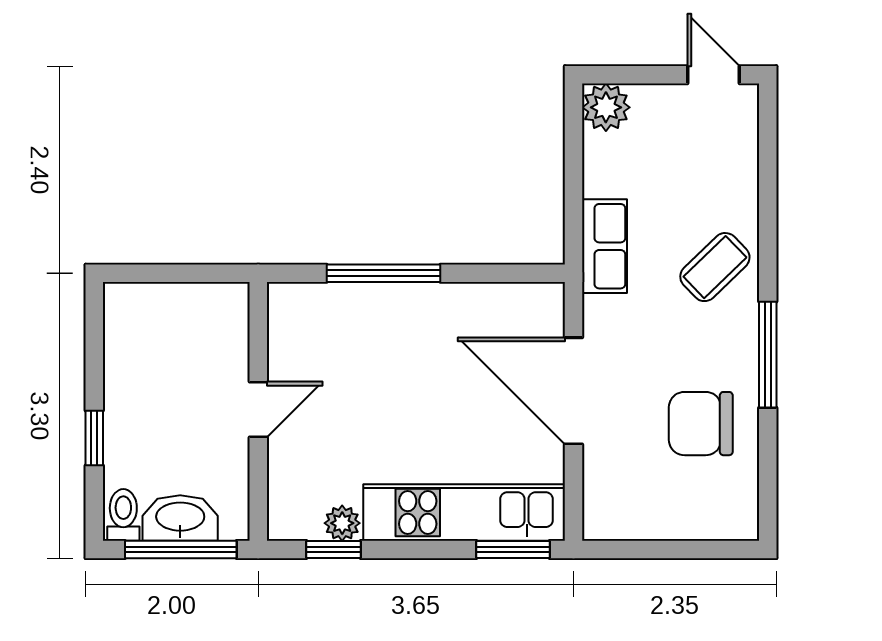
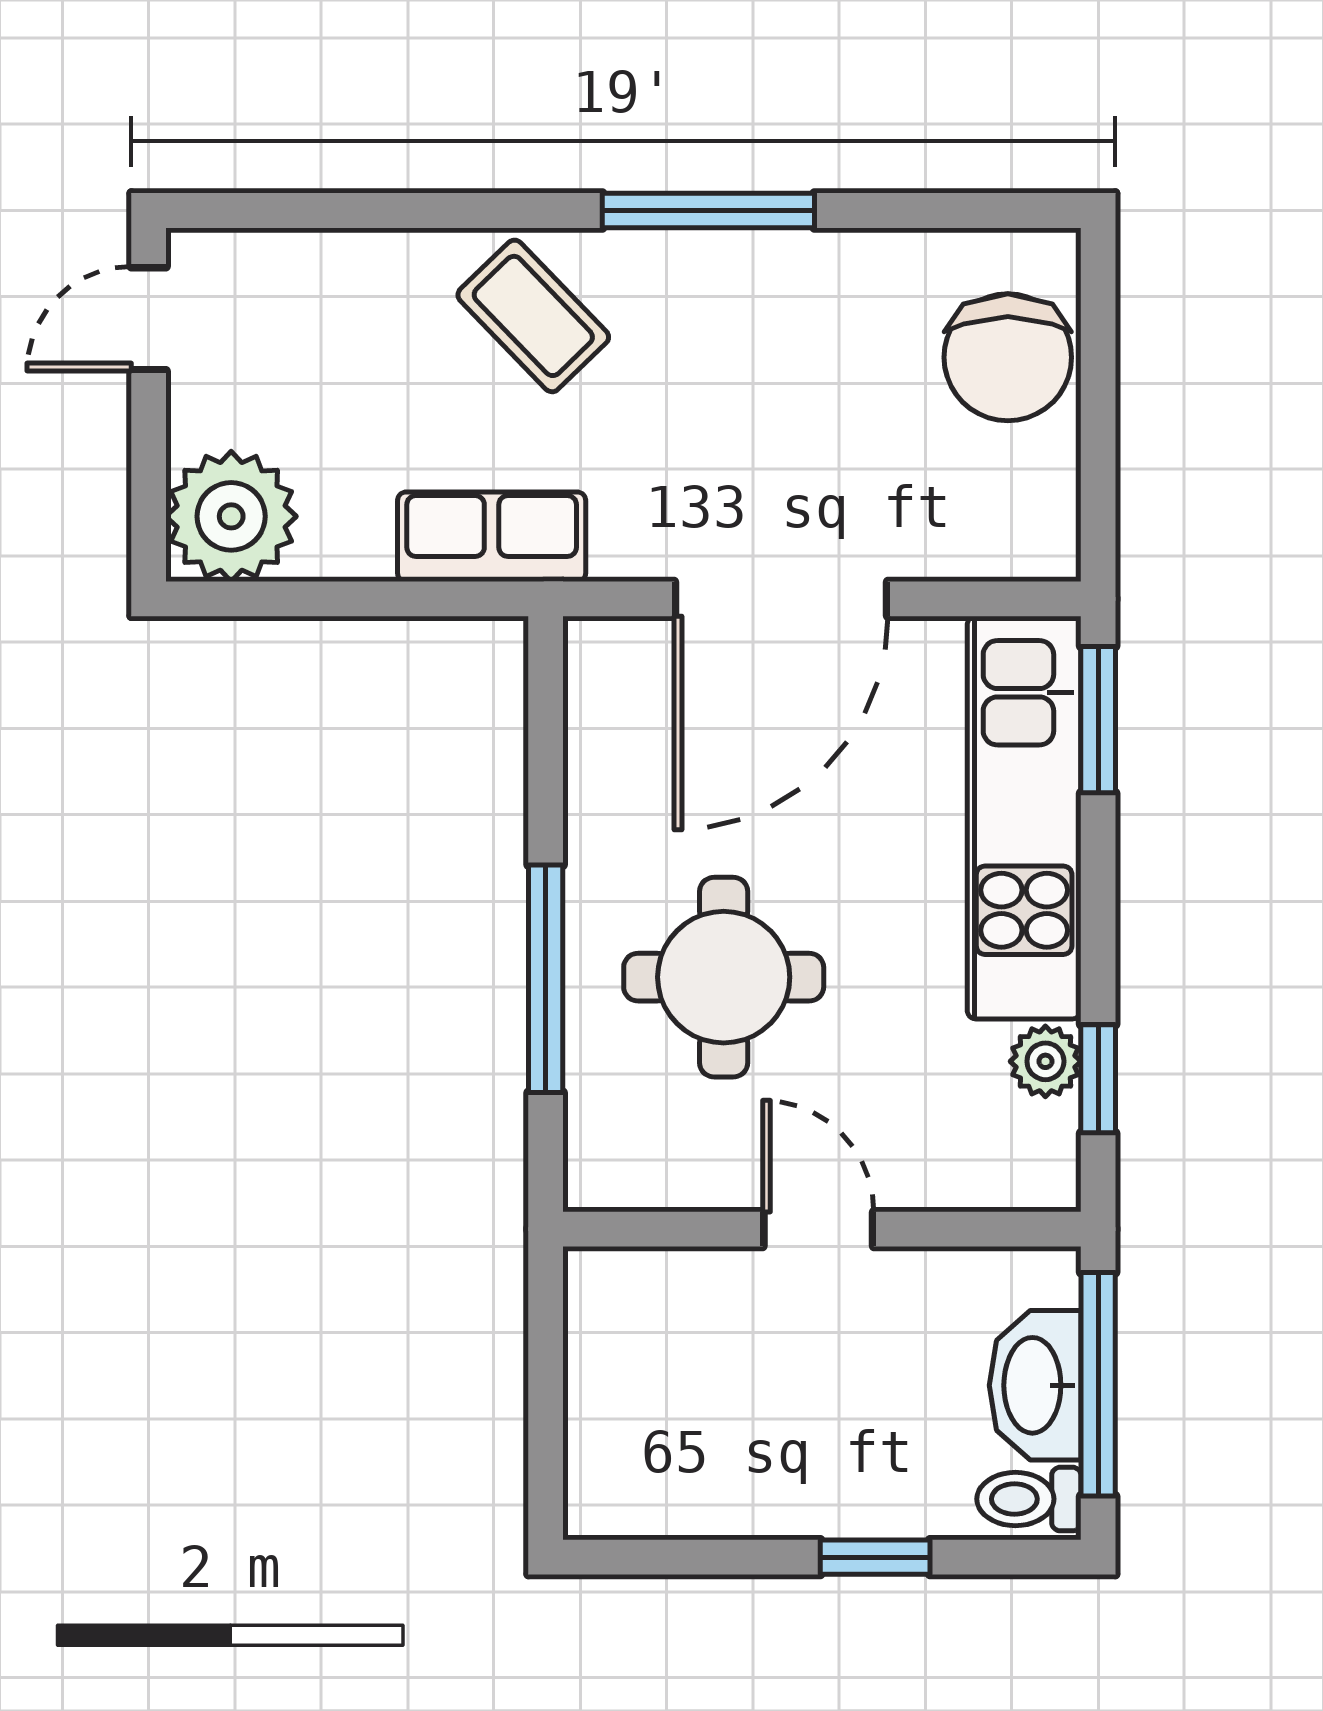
plant: (606, 107) -> (231, 516), width x1.36, depth x1.36
round table: (384, 362) -> (724, 977), added
chair: (701, 424) -> (1008, 357), moved

